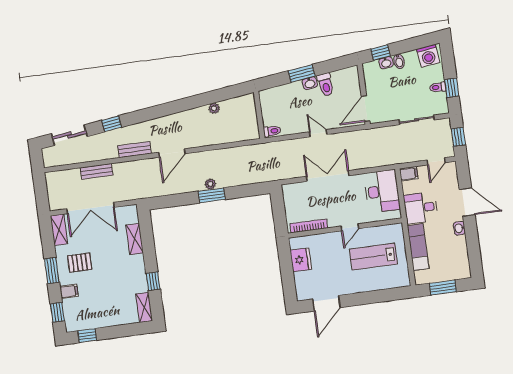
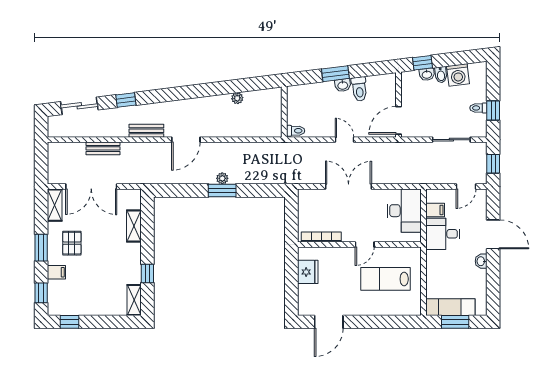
washing machine: (428, 56) -> (458, 75), moved
filing cabinet: (409, 174) -> (435, 210), moved
exam couch: (418, 247) -> (450, 307), moved, turned -90
pallet: (80, 263) -> (72, 243), turned 90

